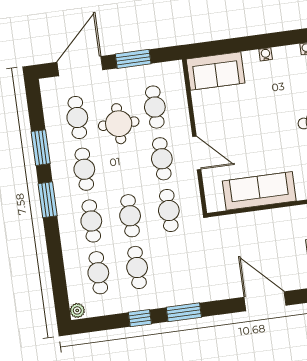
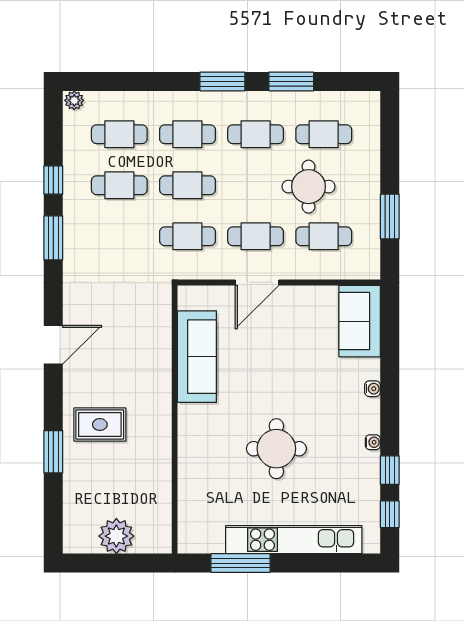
door: (80, 66) -> (390, 147), removed
door: (265, 301) -> (53, 345), width x0.73

